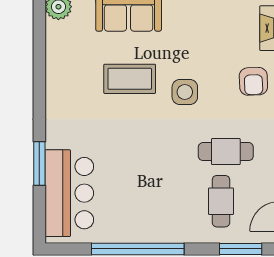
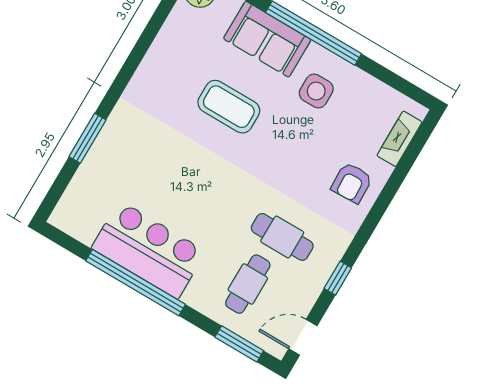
side table: (185, 92) -> (316, 91), moved
bar counter: (69, 193) -> (149, 250), moved, turned -90

